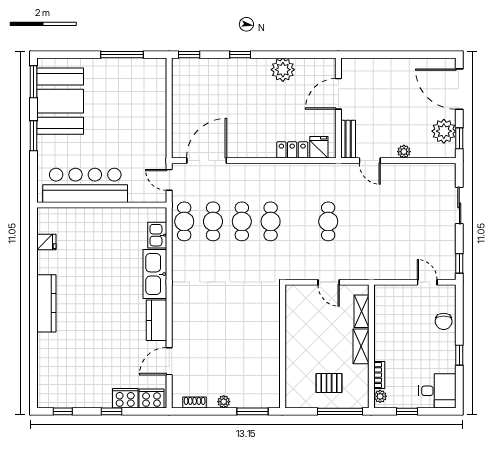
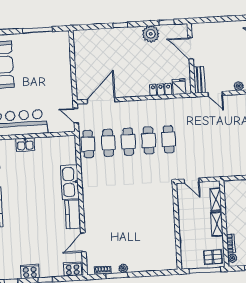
window: (189, 55) -> (167, 22), moved
door: (338, 94) -> (191, 48), hinge flipped
cafe table: (328, 221) -> (169, 139), moved
kitchen sink: (157, 235) -> (25, 145), moved, turned -90
wall: (283, 346) -> (177, 226), moved
pallet: (329, 383) -> (213, 257), moved
cooker: (125, 398) -> (30, 271), moved
window: (253, 411) -> (117, 275), moved

